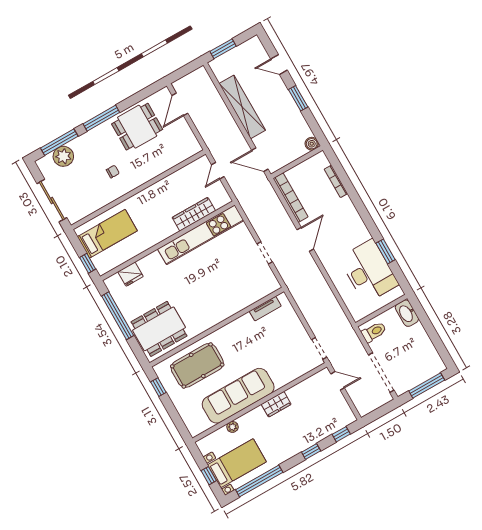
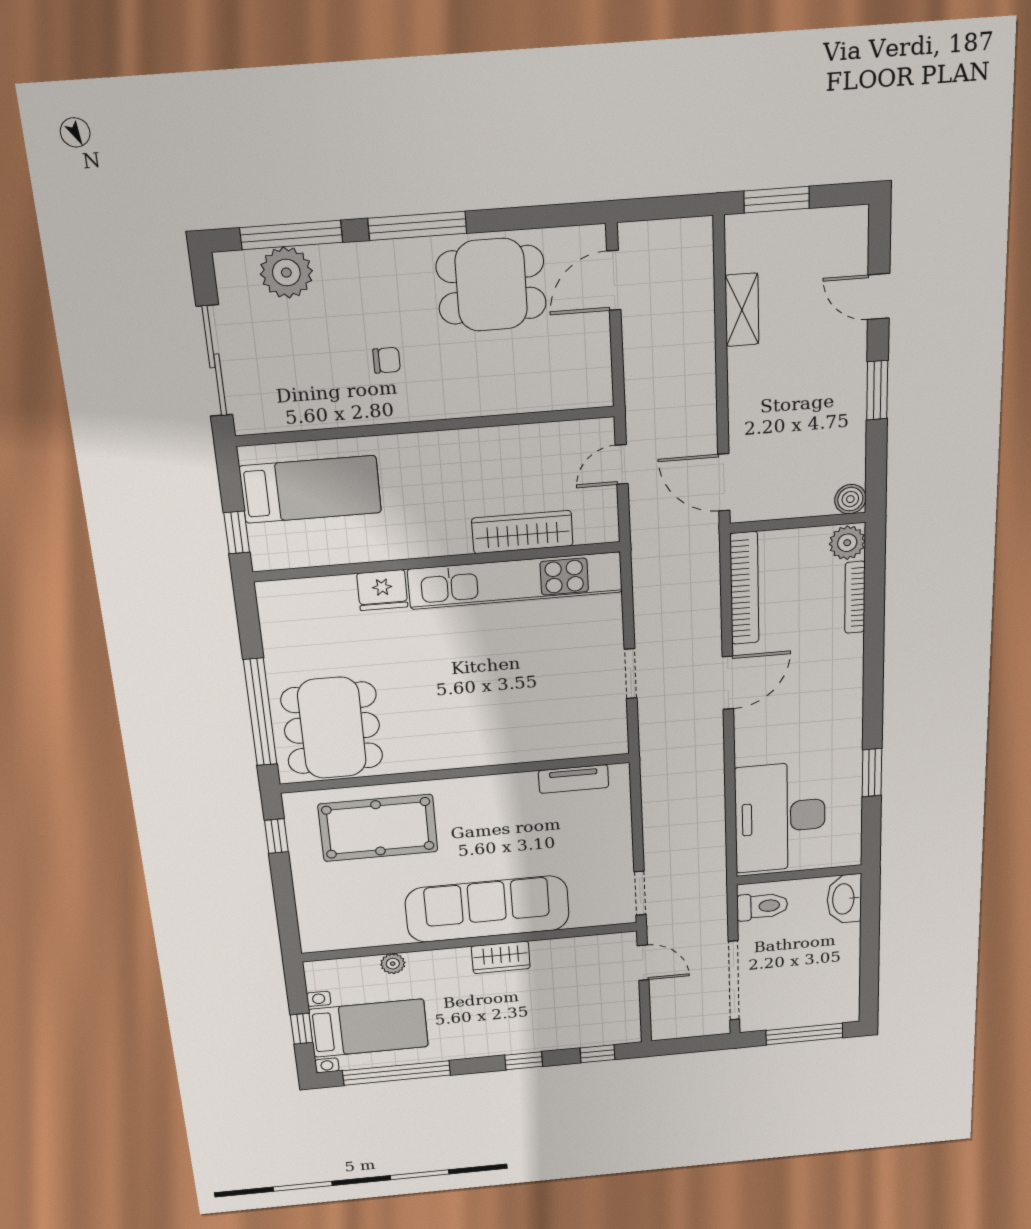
shelving: (242, 107) -> (742, 310), width x0.45, depth x0.75
plant: (320, 161) -> (847, 543), added
desk: (369, 271) -> (780, 817), moved, turned 180
fridge: (130, 274) -> (382, 590), moved
window: (118, 316) -> (260, 712), moved
dining table: (159, 329) -> (332, 728), turned 90
sofa: (238, 396) -> (487, 909), moved

